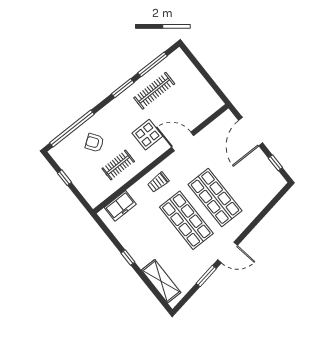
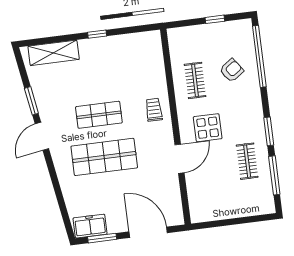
clothes rail: (154, 91) -> (247, 161), width x0.73
window: (275, 163) -> (102, 238), width x1.50
freezer: (120, 206) -> (90, 226), moved, turned 90
shop shelf: (186, 220) -> (99, 115), width x0.70, depth x0.74

